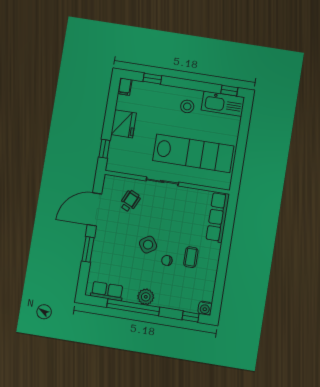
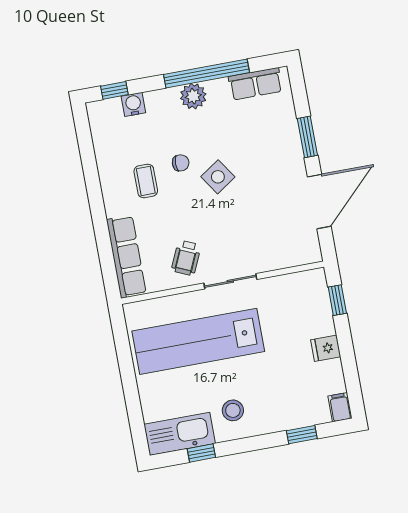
window: (229, 91) -> (201, 453), moved
fridge: (124, 124) -> (326, 348), width x0.53, depth x0.75
wheelchair: (130, 201) -> (186, 258), moved
water cooler: (205, 308) -> (133, 104), moved

